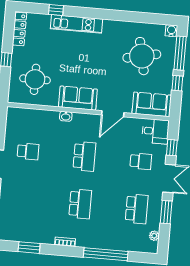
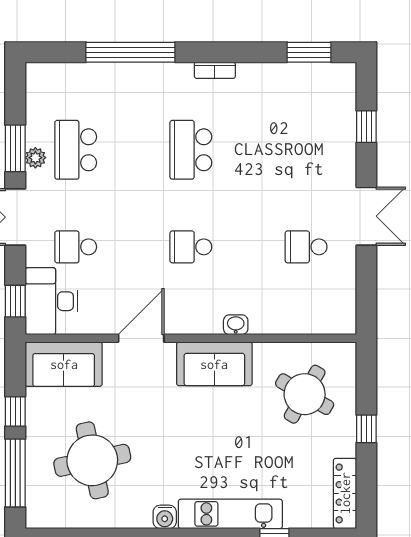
water cooler: (171, 31) -> (165, 517), moved
round table: (35, 79) -> (305, 394), turned 30
desk: (155, 131) -> (51, 301), width x1.37
window: (172, 148) -> (15, 301), moved
school desk: (84, 156) -> (191, 247), width x0.54
plant: (154, 236) -> (35, 158), moved
window: (29, 248) -> (309, 52), moved

